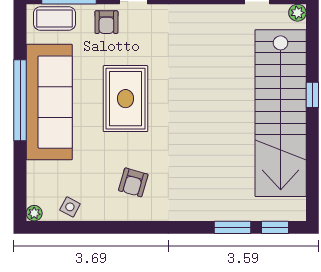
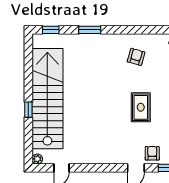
rug: (126, 99) -> (141, 107), width x0.73, depth x0.70
window: (233, 227) -> (90, 30), moved

